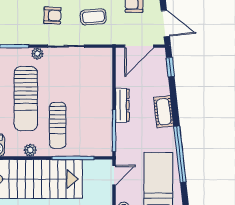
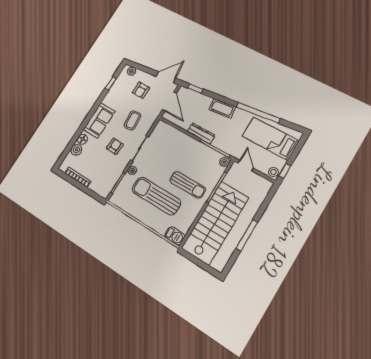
sun lounger: (26, 99) -> (156, 196), turned 180
plant: (30, 150) -> (224, 162), moved

